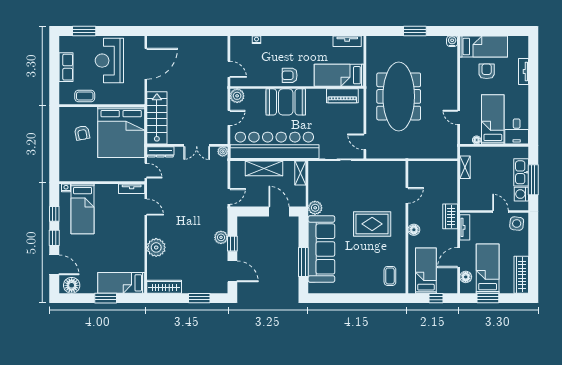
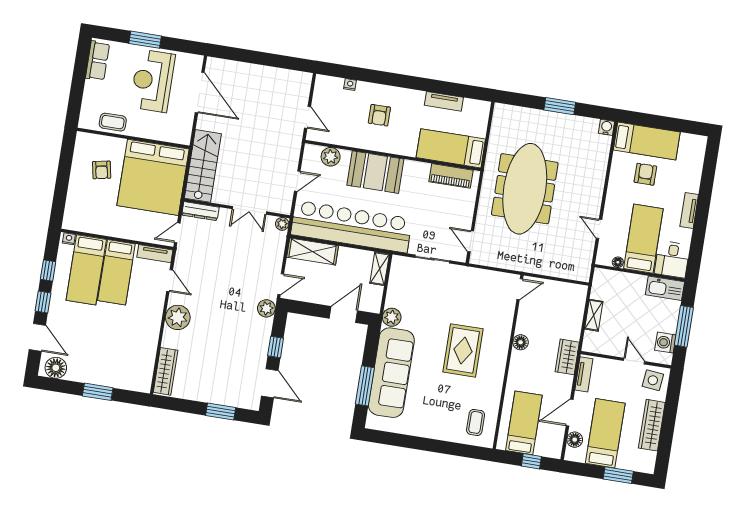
window: (84, 31) -> (145, 40), moved
tv unit: (347, 41) -> (444, 101), moved
door: (146, 64) -> (200, 93), hinge flipped
row of seats: (66, 67) -> (97, 61), moved
tv unit: (524, 71) -> (689, 211), moved
armchair: (290, 75) -> (379, 115), moved, turned -90
plant: (237, 96) -> (331, 157), moved
shelving: (465, 167) -> (594, 315), moved
shelving: (264, 168) -> (313, 251), moved
door: (146, 171) -> (177, 233), swing flipped
kitchen sink: (521, 172) -> (665, 288), moved, turned -90
door: (407, 195) -> (520, 289), moved
door: (279, 211) -> (343, 314), hinge flipped
rug: (372, 224) -> (463, 350), turned 90
floor lamp: (414, 230) -> (521, 342), moved
plant: (221, 237) -> (266, 308), moved
plant: (156, 247) -> (178, 317), moved
wardrobe: (521, 275) -> (652, 425), moved
bed: (121, 283) -> (116, 272), moved, turned -90
wardrobe: (164, 287) -> (166, 371), moved, turned 90
window: (488, 298) -> (618, 475), moved

